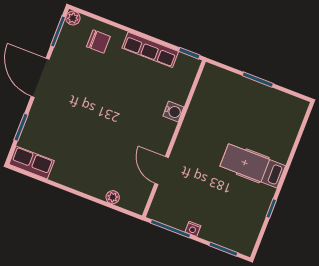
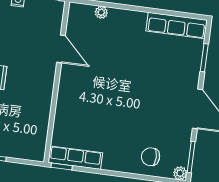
row of seats: (150, 50) -> (75, 158), moved
water cooler: (173, 112) -> (63, 108), removed
row of seats: (32, 162) -> (177, 25), width x1.48

